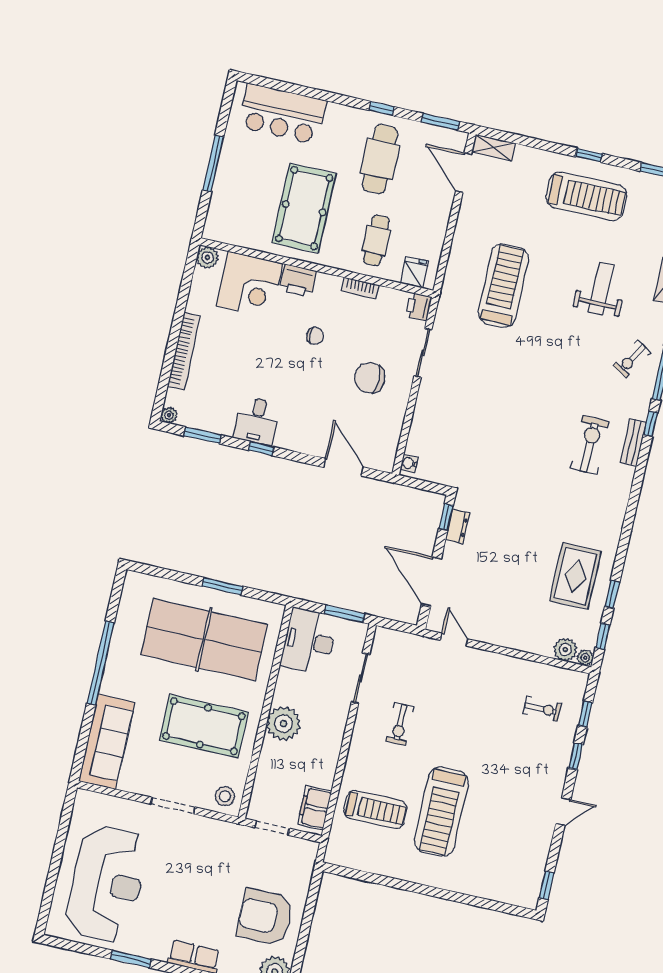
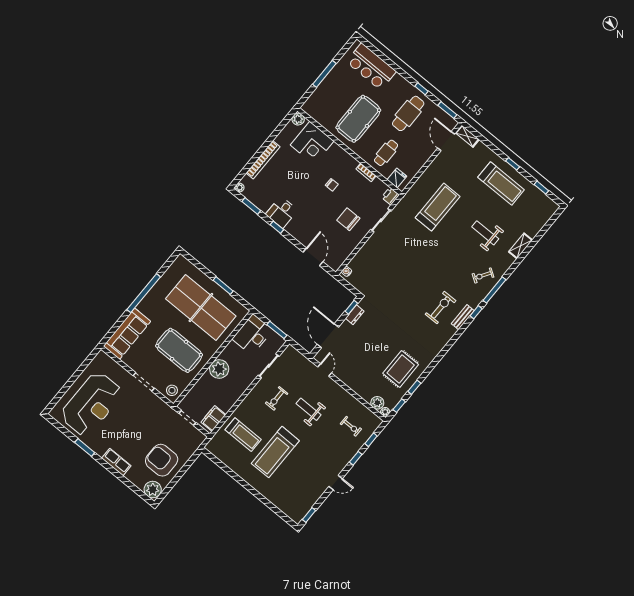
printer: (298, 281) -> (337, 153), removed
weight bench: (601, 288) -> (485, 233), turned -90
weight bench: (460, 716) -> (309, 409), added

